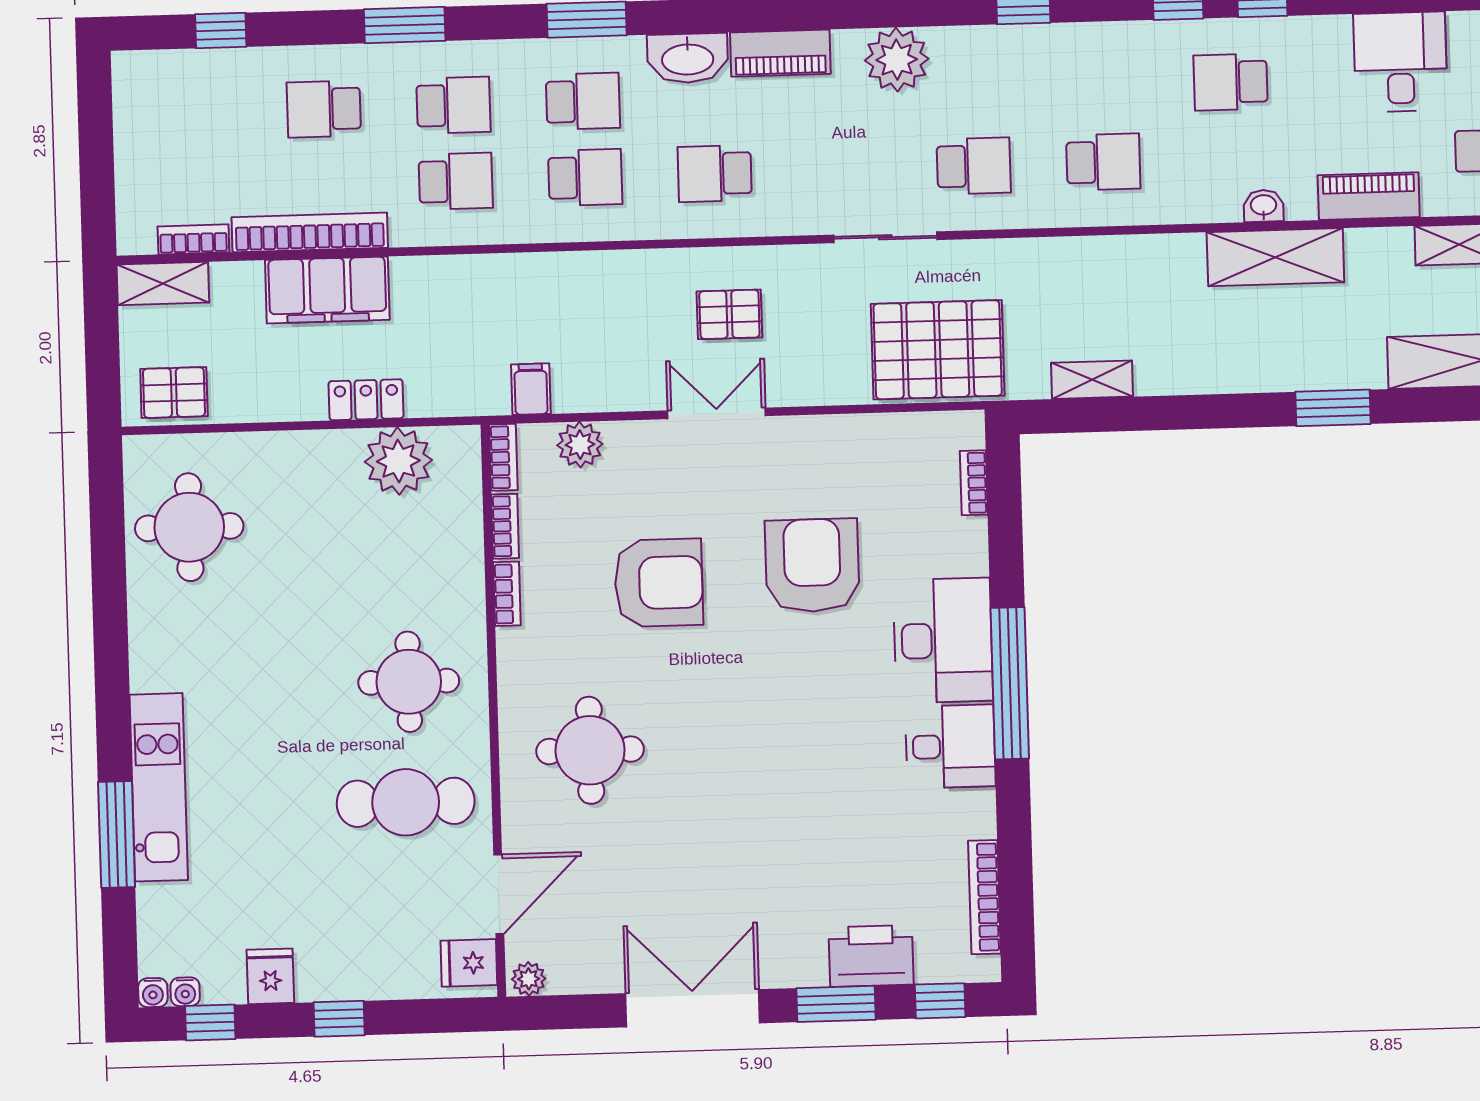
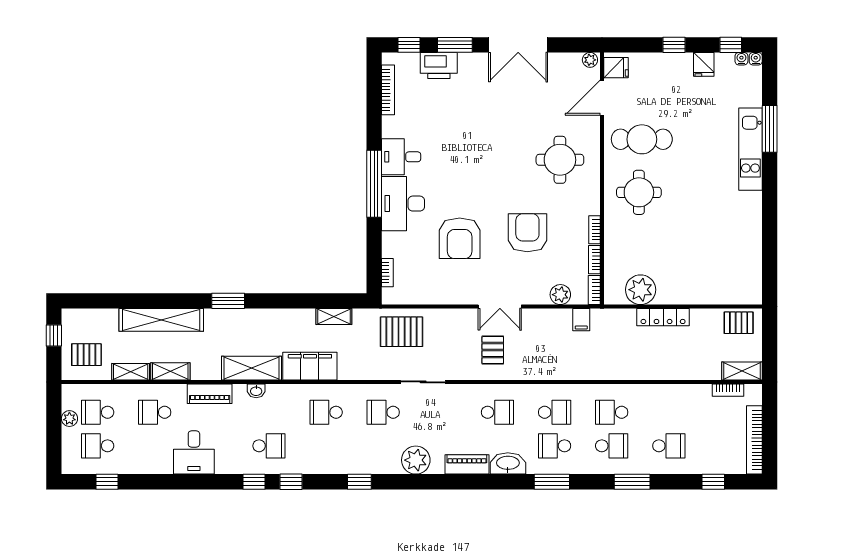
school desk: (453, 105) -> (612, 446), turned 180
school desk: (585, 177) -> (555, 412), turned 180
bookcase: (310, 232) -> (754, 440), moved, turned 90
filing cabinet: (327, 290) -> (310, 366), moved
pallet: (729, 314) -> (493, 350), turned 90
pallet: (938, 350) -> (402, 332), width x0.73, depth x0.71
locker: (366, 400) -> (663, 317), width x1.53
round table: (189, 527) -> (734, 263), removed
armchair: (659, 583) -> (527, 233), turned 90

